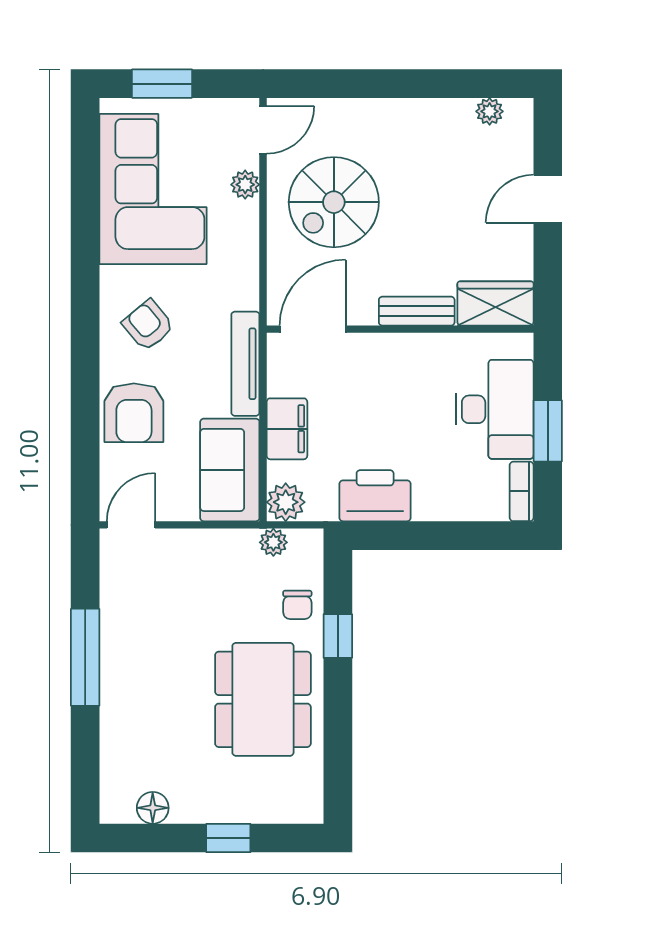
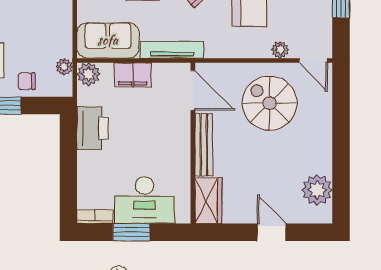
plant: (490, 111) -> (317, 190), width x1.87, depth x1.87
bench: (417, 311) -> (204, 145), width x1.36

